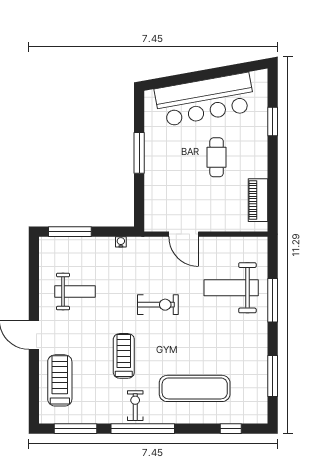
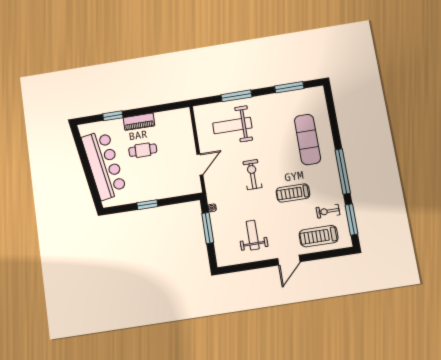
window: (139, 153) -> (147, 205), width x0.69
piano: (258, 200) -> (139, 122), moved
window: (70, 232) -> (208, 228), moved
weight bench: (231, 288) -> (232, 126), turned 90
exercise bike: (135, 406) -> (328, 211), moved
window: (231, 429) -> (331, 110), removed

